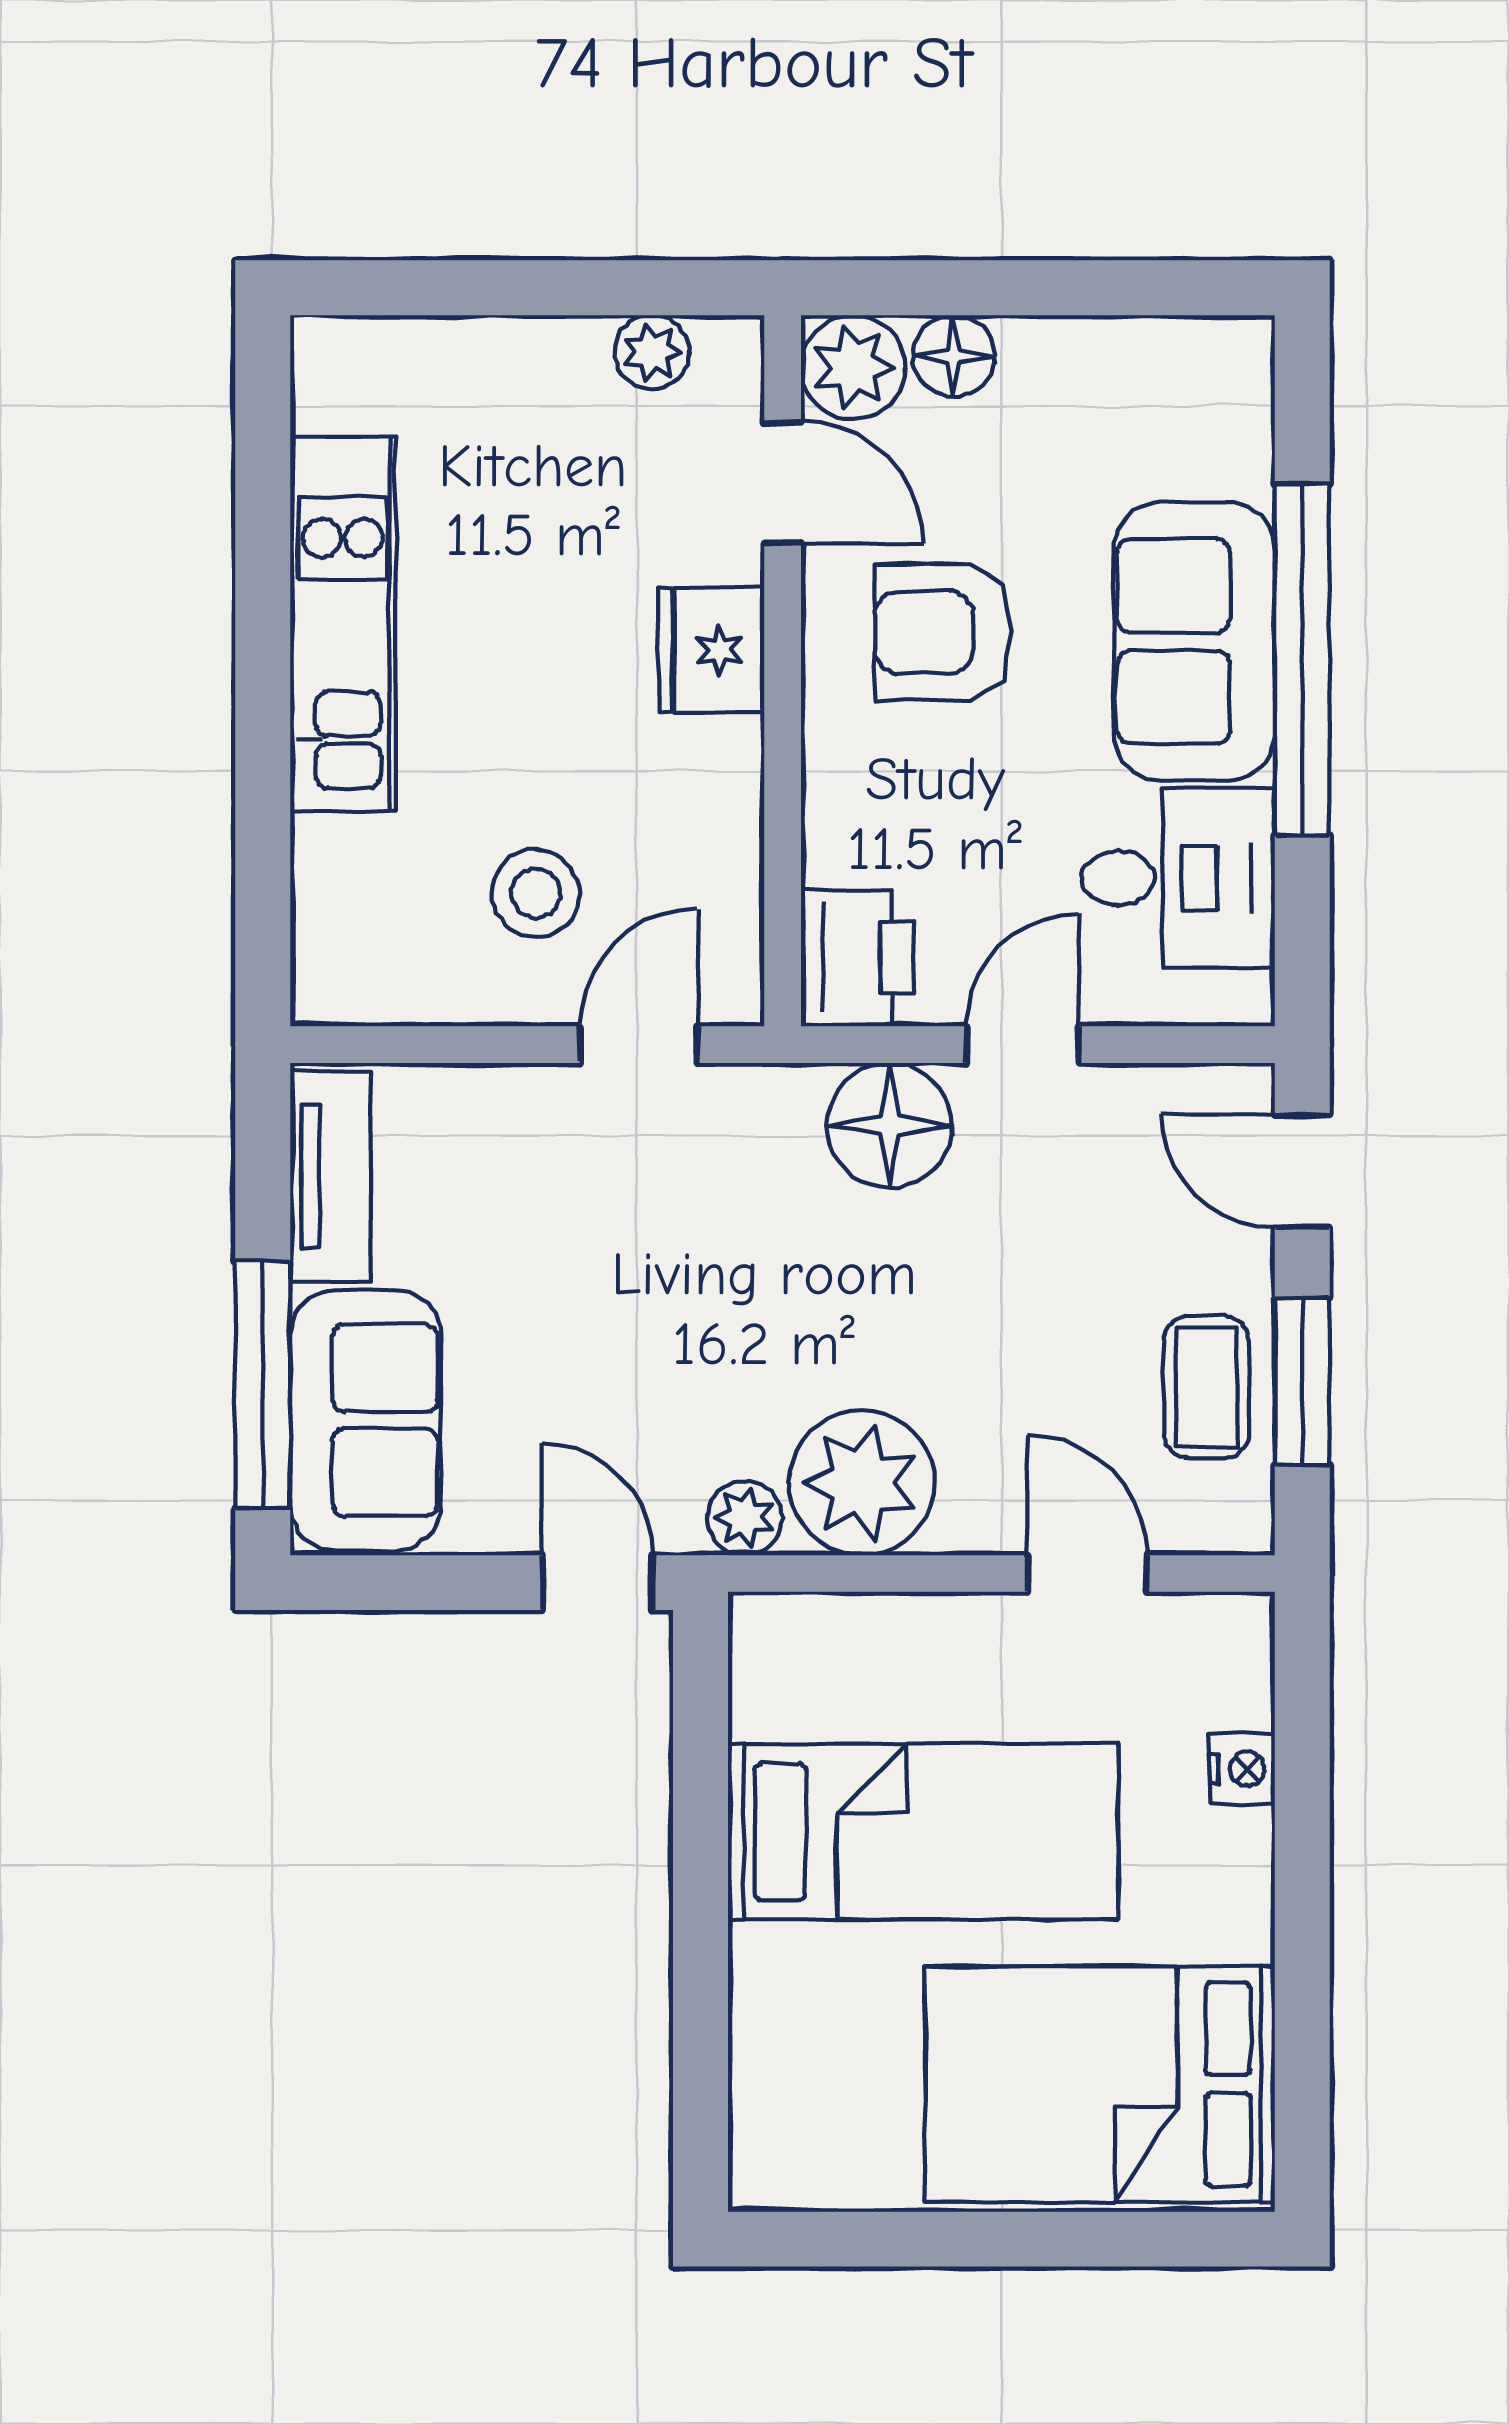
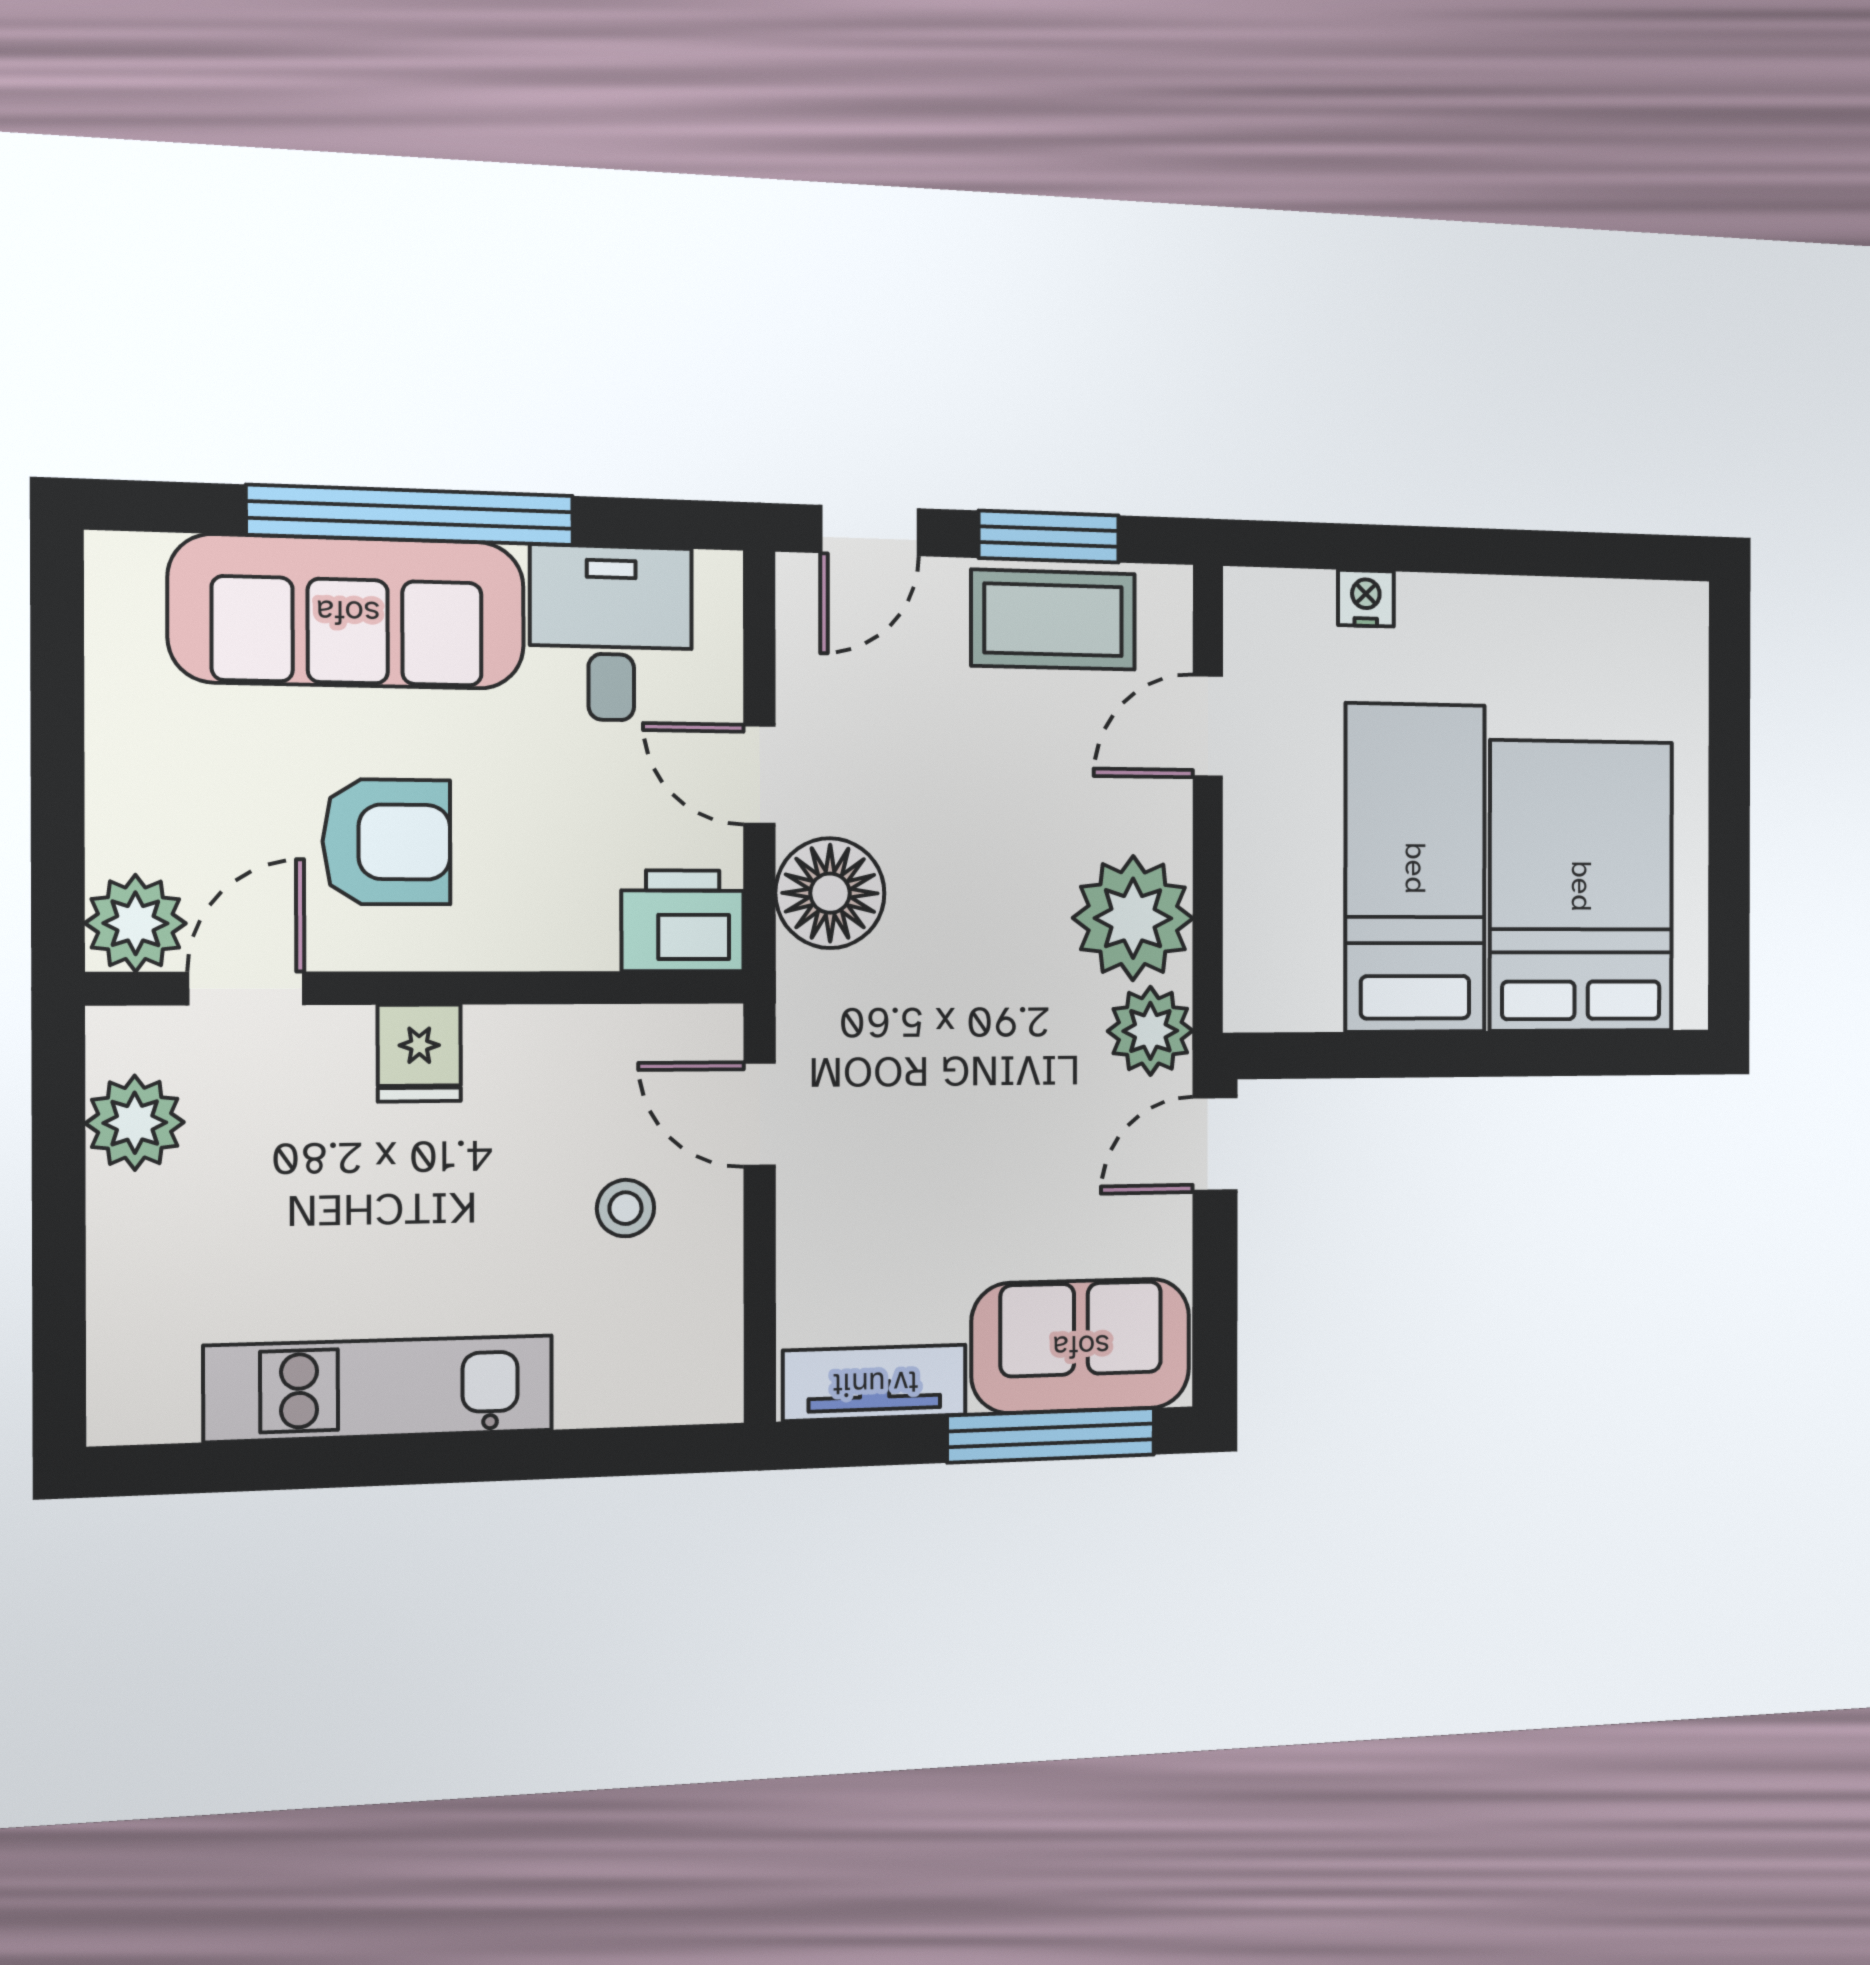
plant: (652, 352) -> (135, 1123), width x1.38, depth x1.38
floor lamp: (954, 356) -> (124, 830), removed
armchair: (943, 632) -> (387, 842), turned -90
sofa: (1194, 642) -> (348, 612), width x1.36
fridge: (711, 650) -> (419, 1053), width x0.72
stool: (536, 893) -> (626, 1208), width x0.73, depth x0.73
coffee table: (1207, 1387) -> (1053, 620), width x1.36, depth x1.30
plant: (745, 1518) -> (1150, 1031), width x1.38, depth x1.38
bed: (1100, 2084) -> (1581, 886), moved, turned 180

